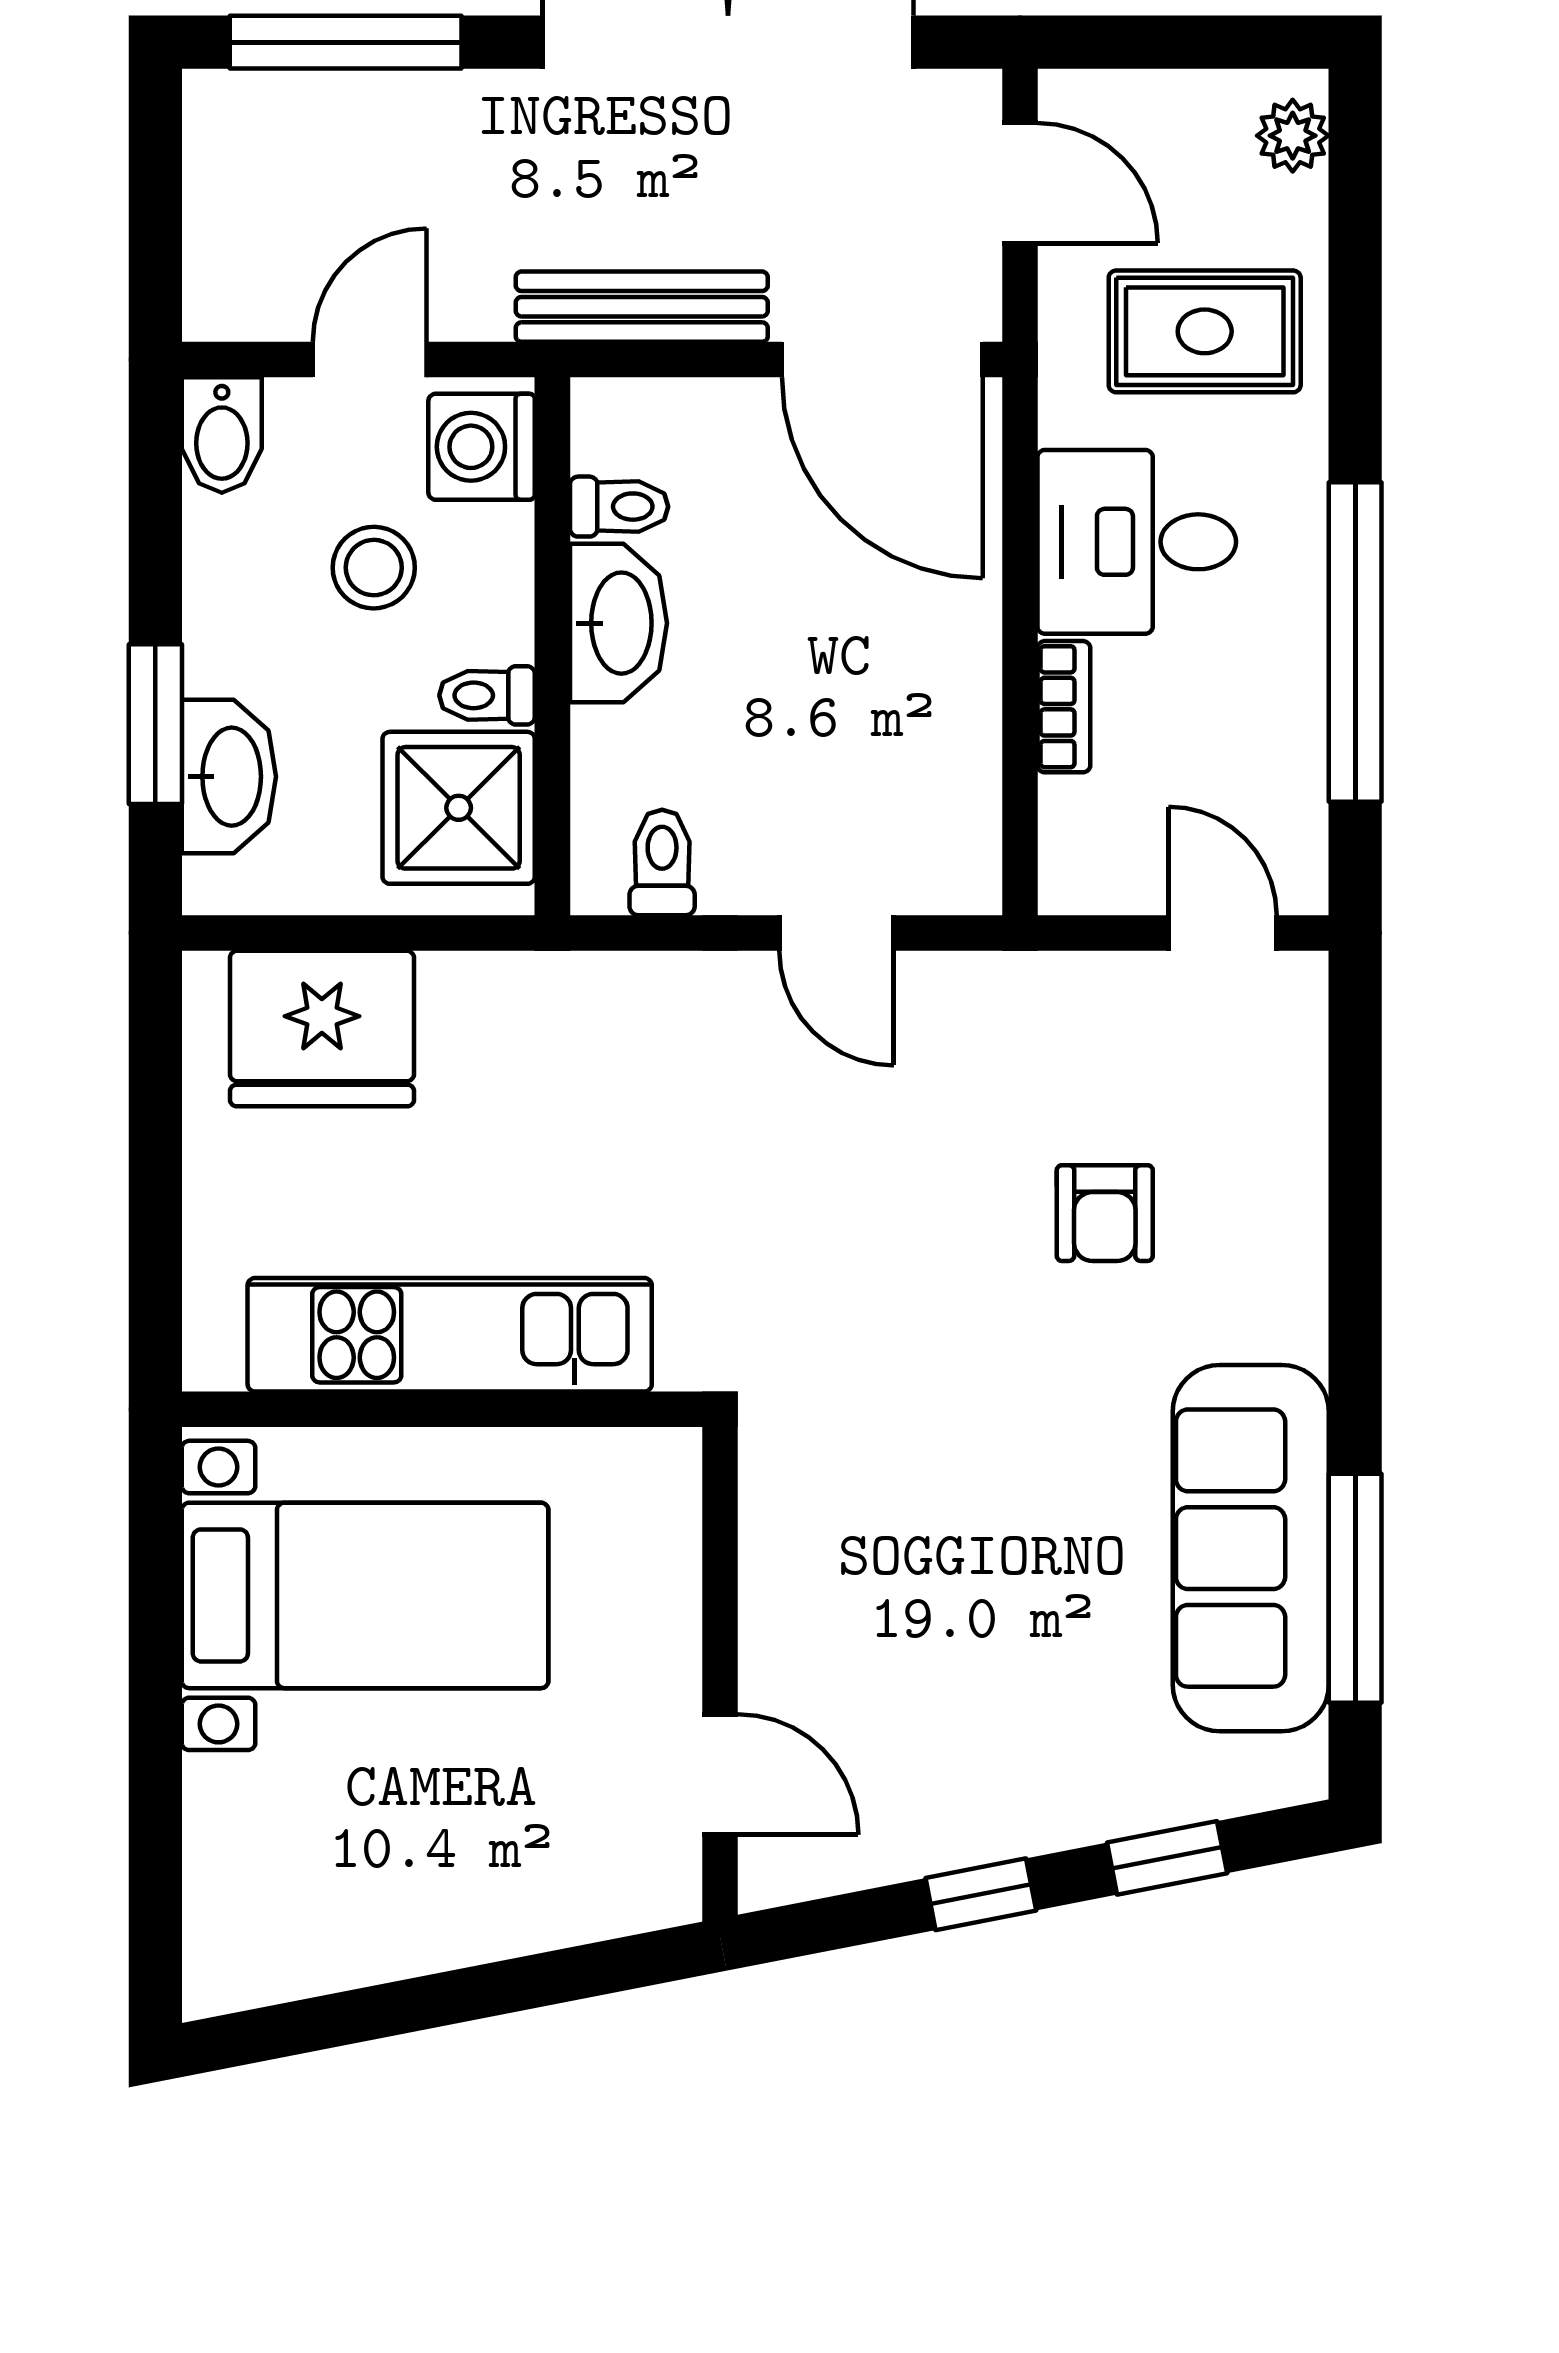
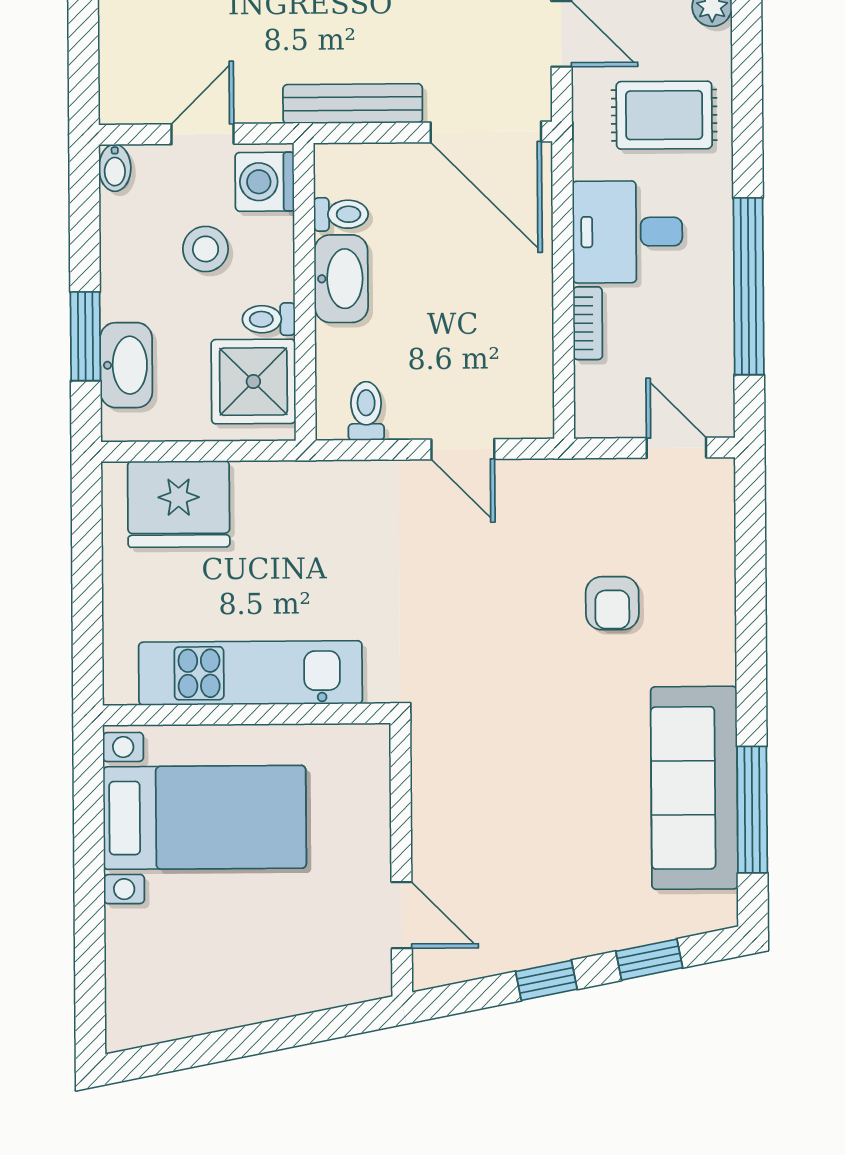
bidet: (222, 435) -> (115, 168), width x0.72, depth x0.74

